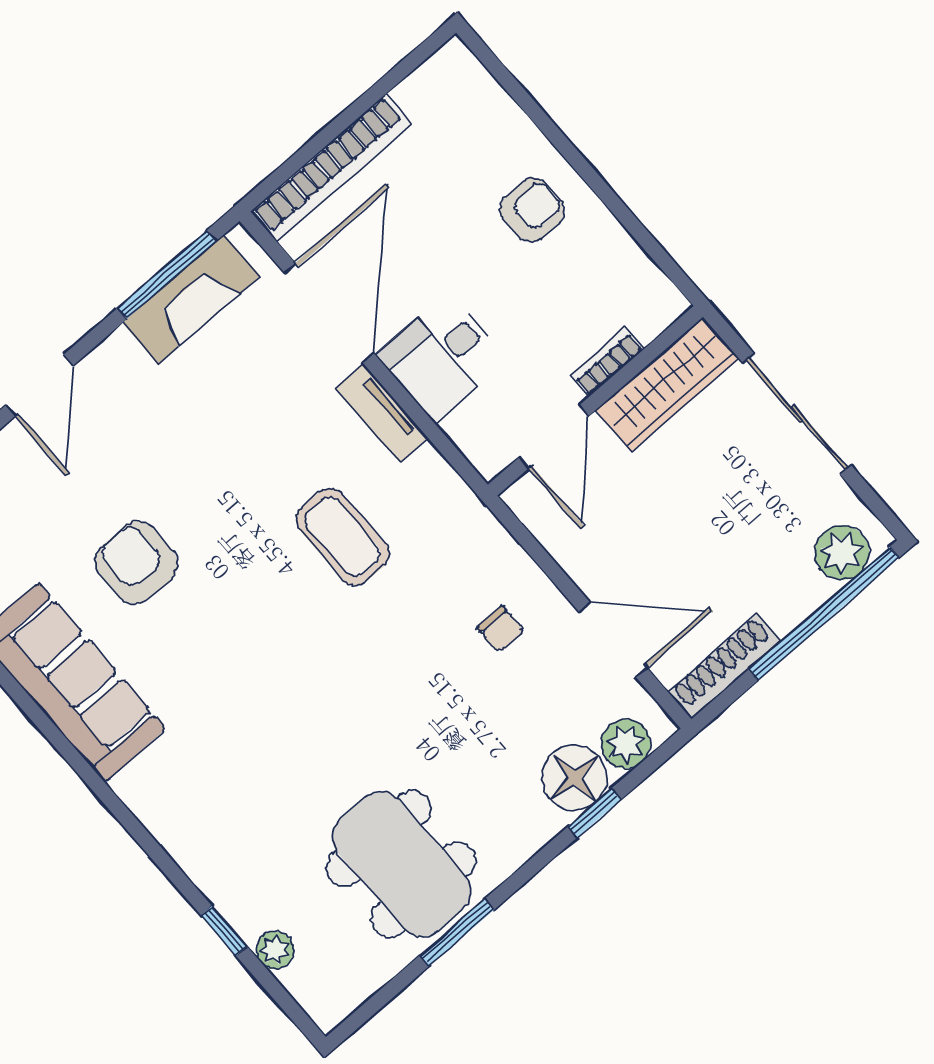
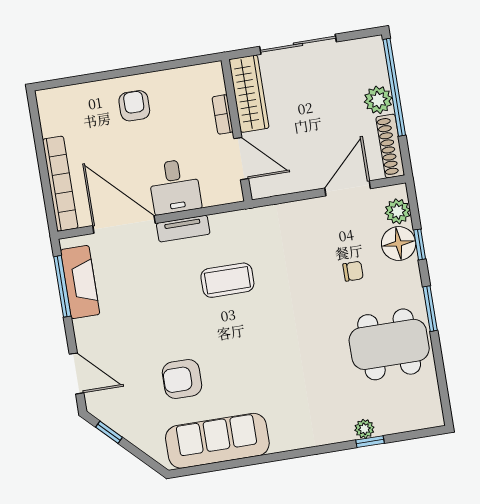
plant: (842, 552) -> (378, 100), moved
chair: (501, 629) -> (353, 271), moved
window: (457, 933) -> (430, 309), moved
plant: (275, 950) -> (364, 429), moved

